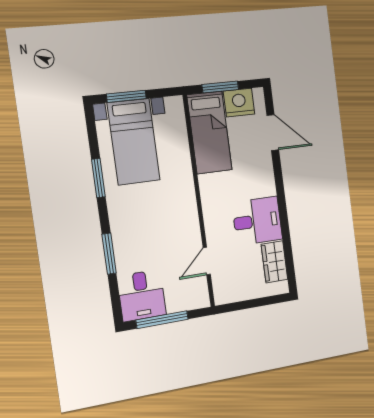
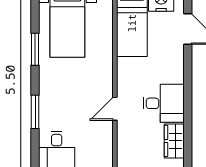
door: (207, 261) -> (115, 109), moved

